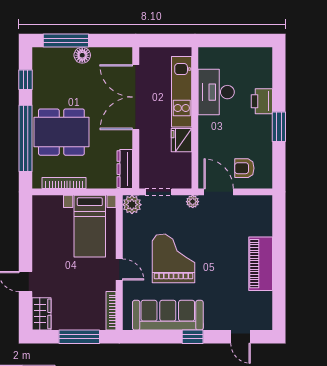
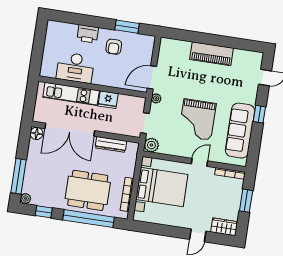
plant: (39, 54) -> (26, 199), added
floor lamp: (82, 55) -> (36, 133), moved
window: (279, 127) -> (127, 27), moved
dining table: (61, 132) -> (88, 190), turned 90
armchair: (244, 168) -> (114, 47), moved
dresser: (125, 169) -> (111, 144), moved
bed with nightstands: (90, 226) -> (162, 187), width x1.36
grand piano: (174, 258) -> (197, 120), turned -90
window: (79, 337) -> (246, 201), width x0.69

